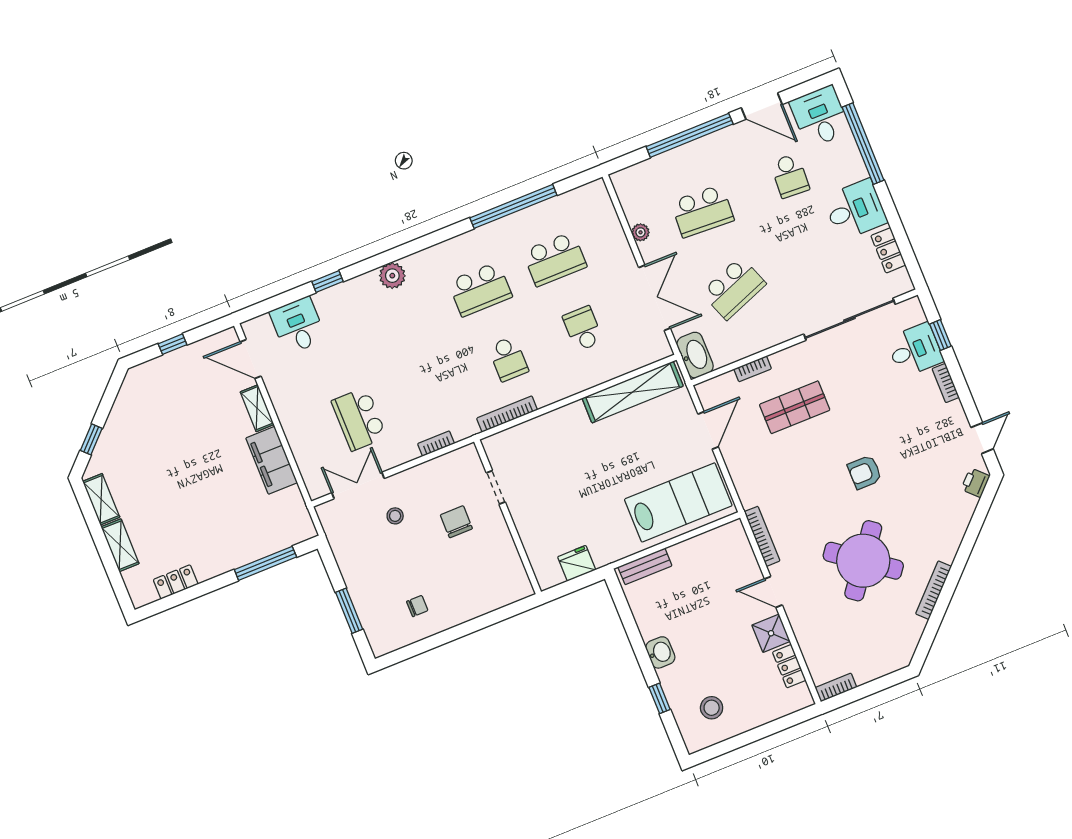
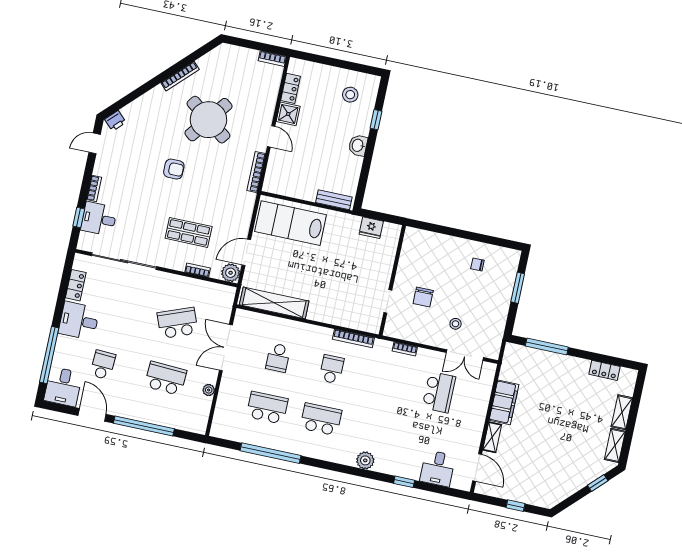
washbasin: (695, 355) -> (225, 300), removed
plant: (710, 393) -> (231, 273), added

